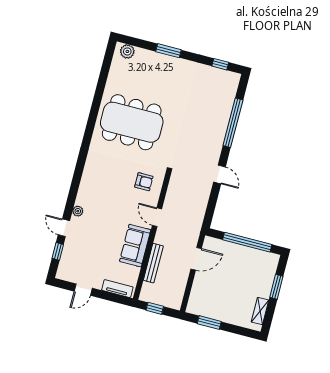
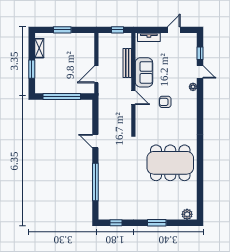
armchair: (144, 182) -> (165, 102), moved
window: (209, 323) -> (62, 30), moved

